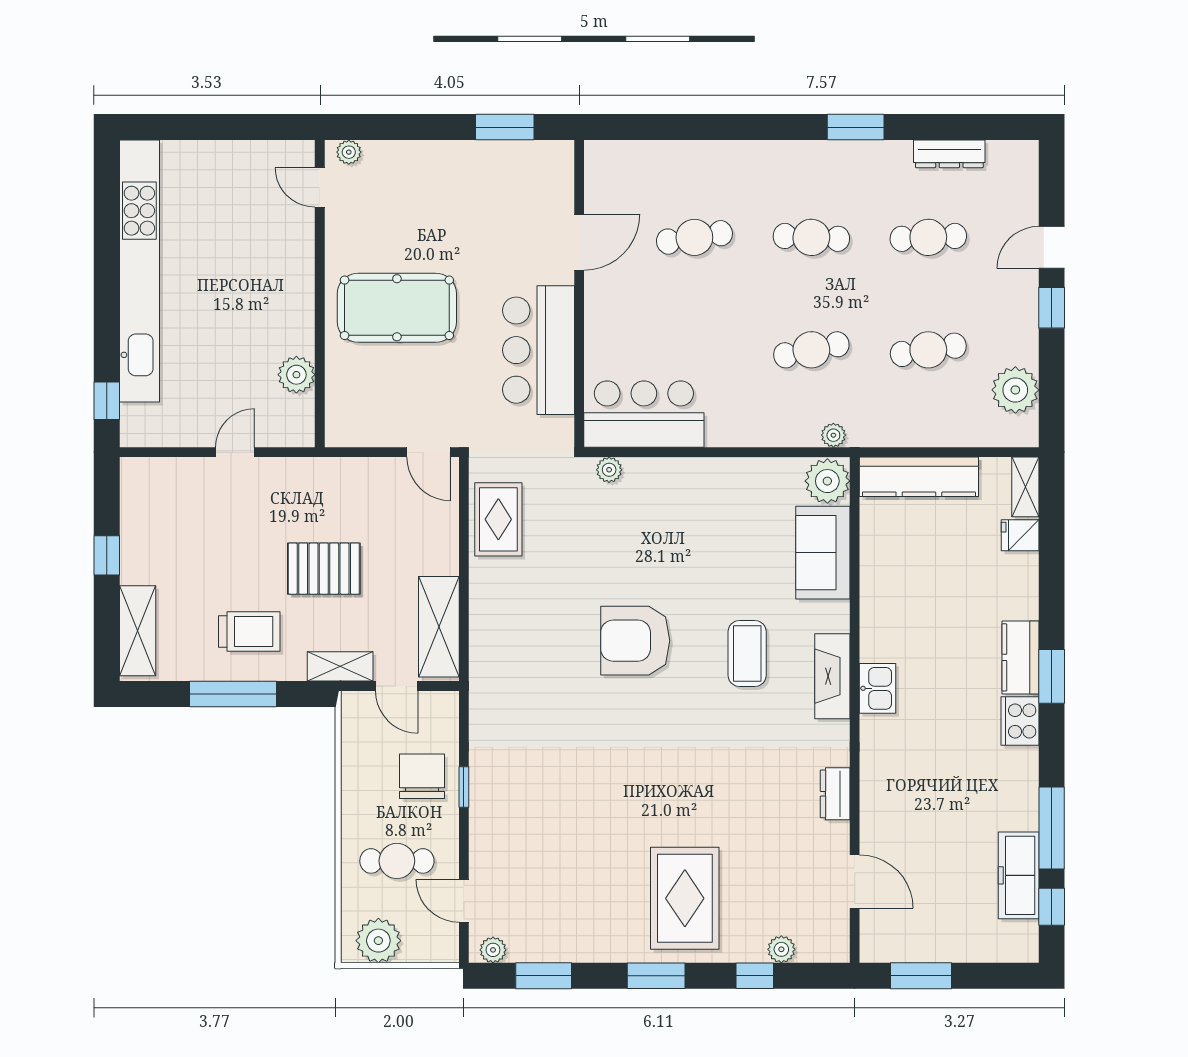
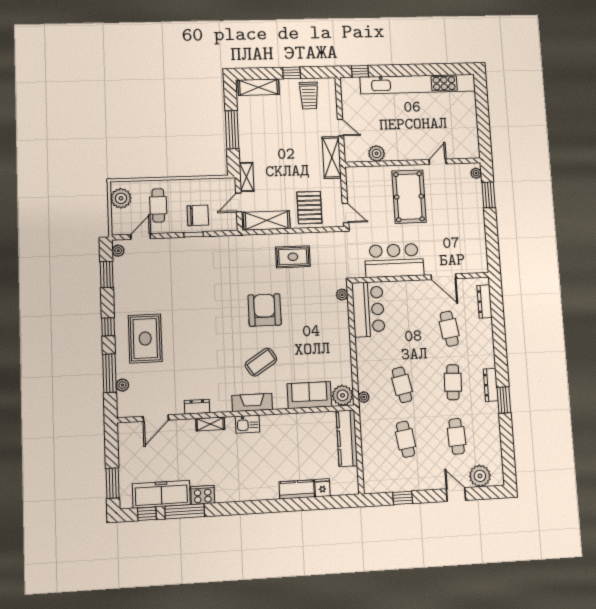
window: (505, 127) -> (489, 195), moved
dresser: (638, 154) -> (484, 301), added
dresser: (949, 154) -> (491, 385), moved
door: (320, 187) -> (438, 162), moved
window: (1052, 308) -> (403, 498), moved
plant: (1015, 390) -> (480, 476), moved
door: (429, 452) -> (345, 213), swing flipped
shelving: (303, 476) -> (332, 157), added
shelving: (1025, 487) -> (210, 424), moved
rug: (498, 519) -> (293, 257), moved
pallet: (324, 569) -> (309, 208), moved
trolley: (249, 632) -> (309, 95), moved
coffee table: (747, 653) -> (261, 362), turned -33
kitchen counter: (1020, 657) -> (297, 489), moved
window: (1052, 676) -> (257, 507), removed
cooker: (1020, 721) -> (203, 495), moved
freezer: (1019, 875) -> (161, 494), width x1.36, depth x1.26
rug: (685, 898) -> (145, 338), turned 90
window: (656, 976) -> (108, 327), width x0.67
window: (755, 976) -> (109, 373), width x2.17
window: (921, 976) -> (113, 483), moved

